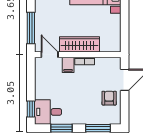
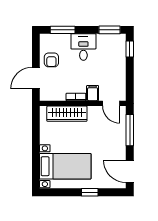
wardrobe: (80, 44) -> (67, 114), moved
desk: (48, 112) -> (83, 47), moved, turned -90
window: (61, 128) -> (110, 30), moved

